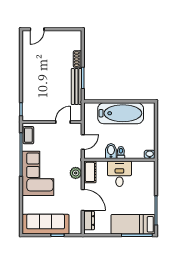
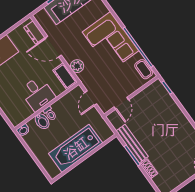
bidet: (111, 151) -> (42, 121), moved

